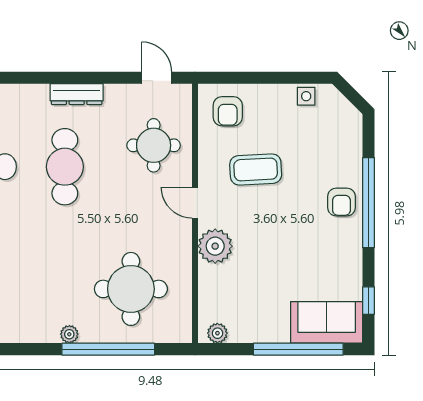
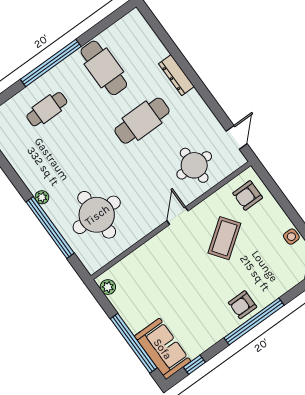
dresser: (77, 94) -> (176, 75), moved
coffee table: (256, 169) -> (224, 238), turned 57
plant: (215, 246) -> (160, 247), removed

